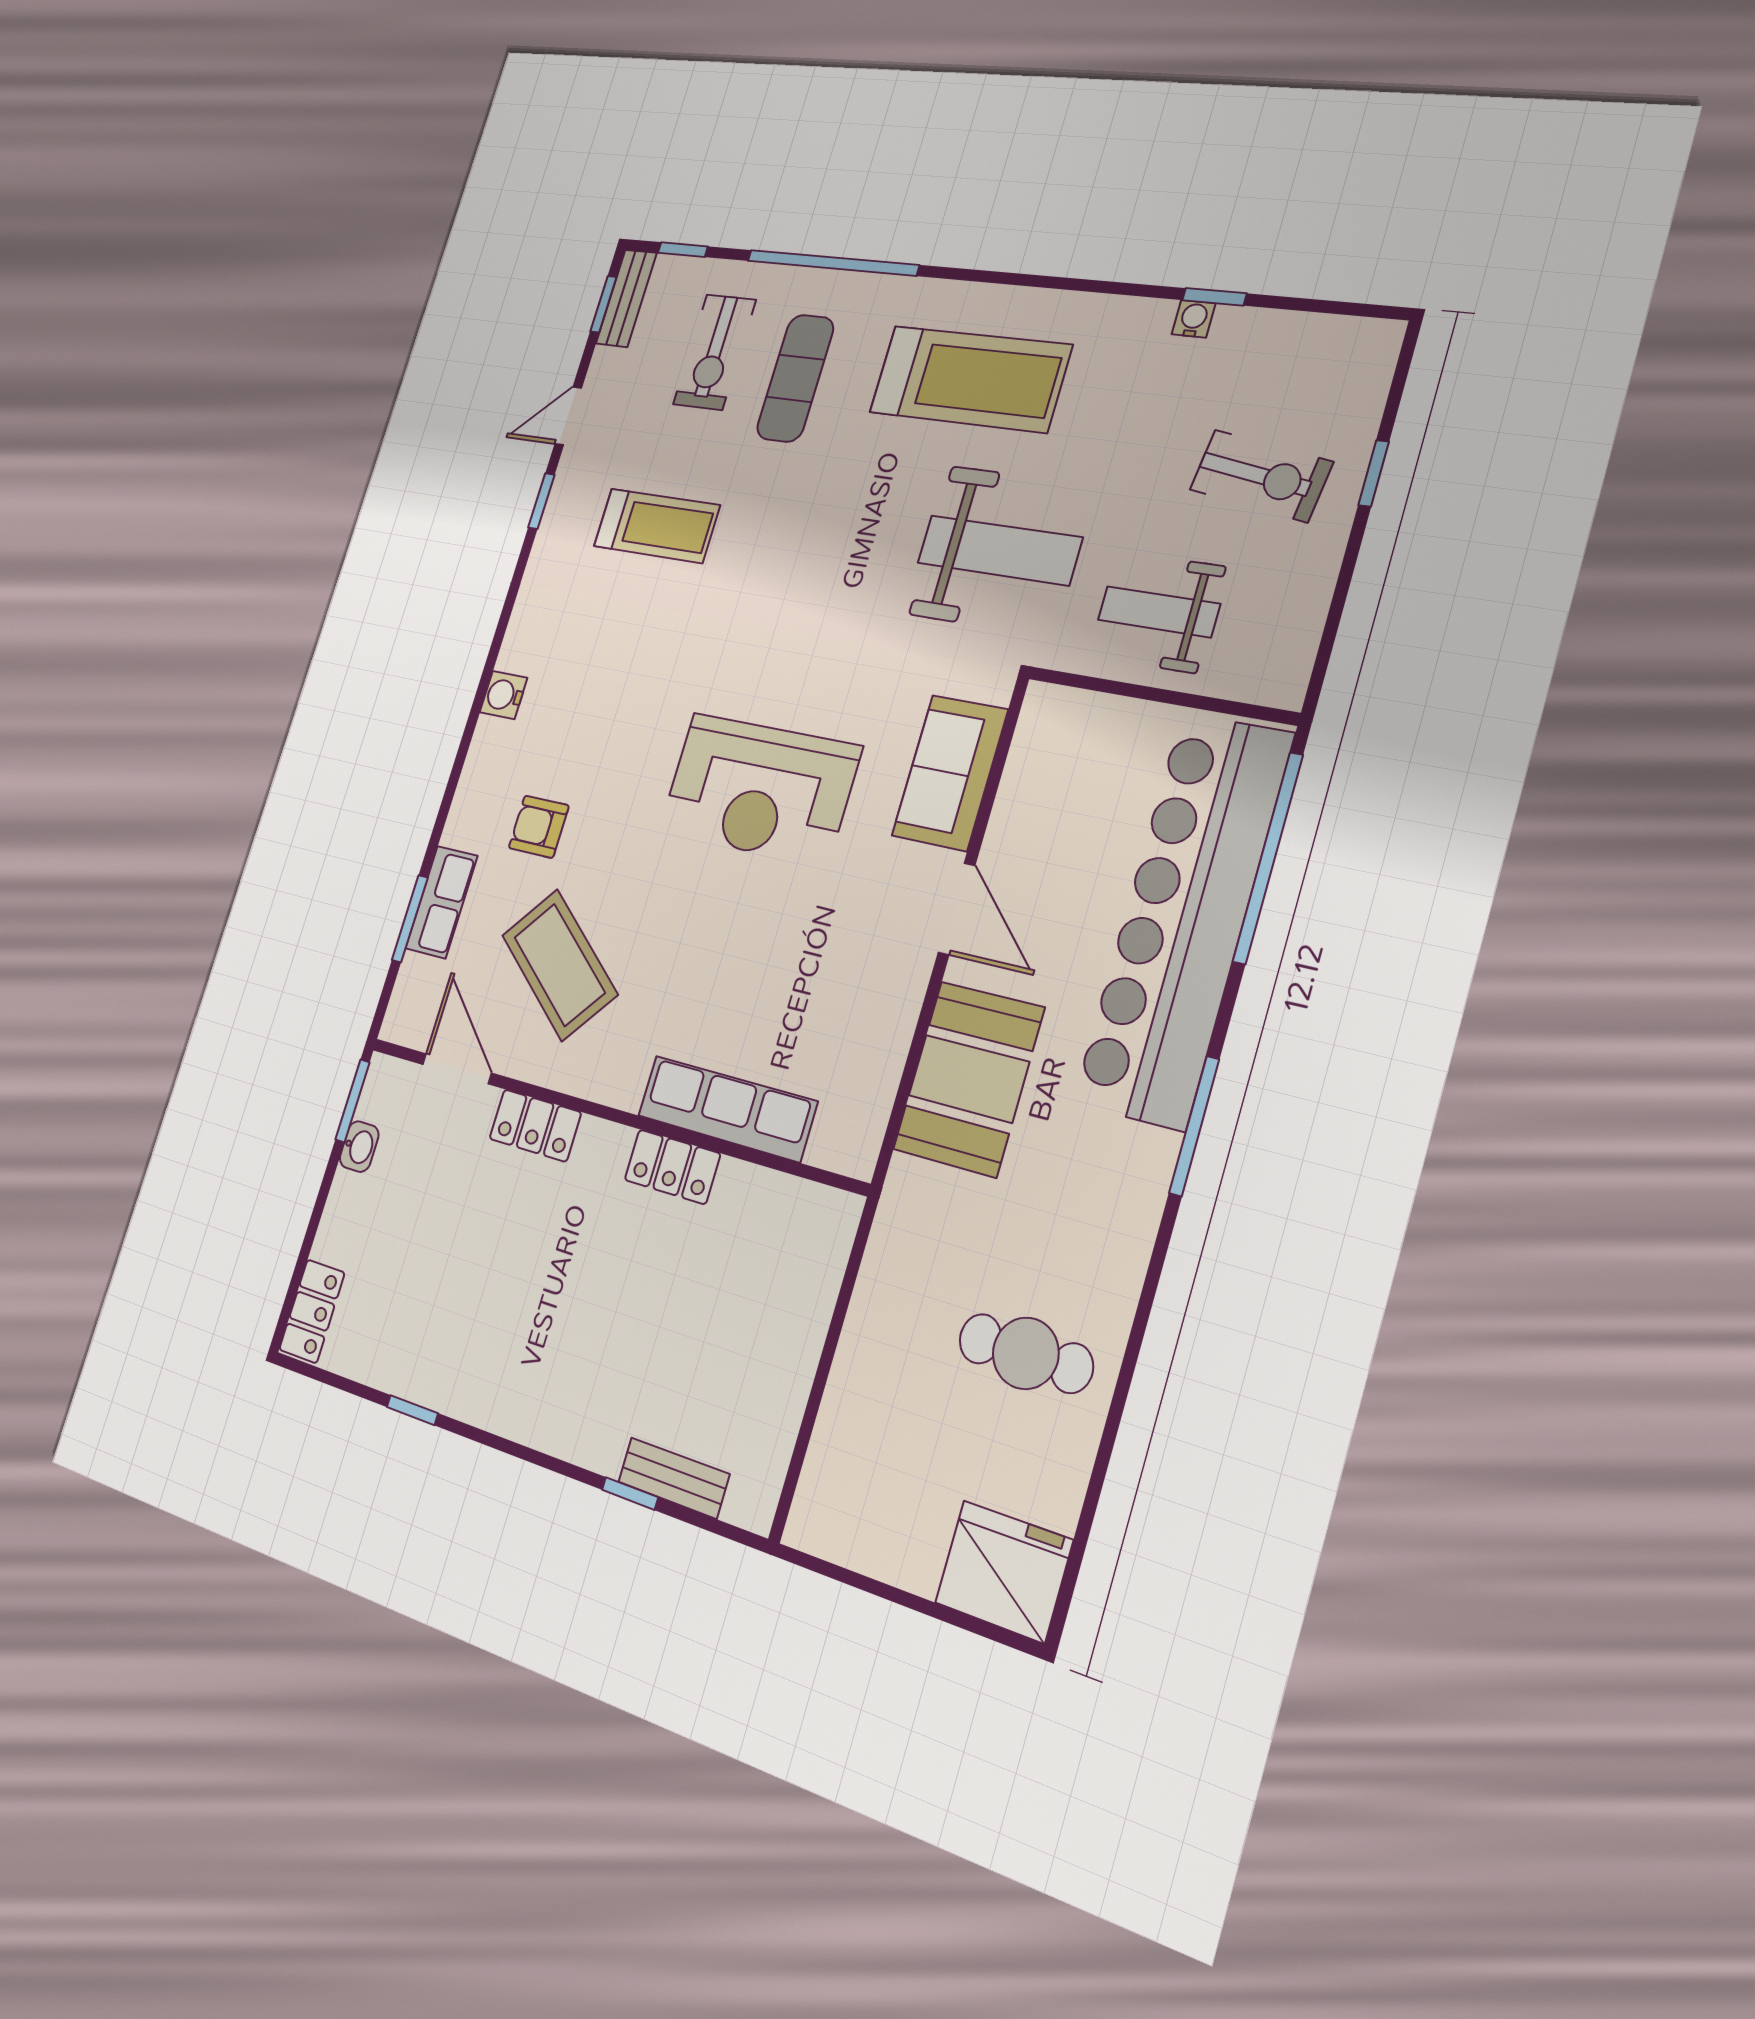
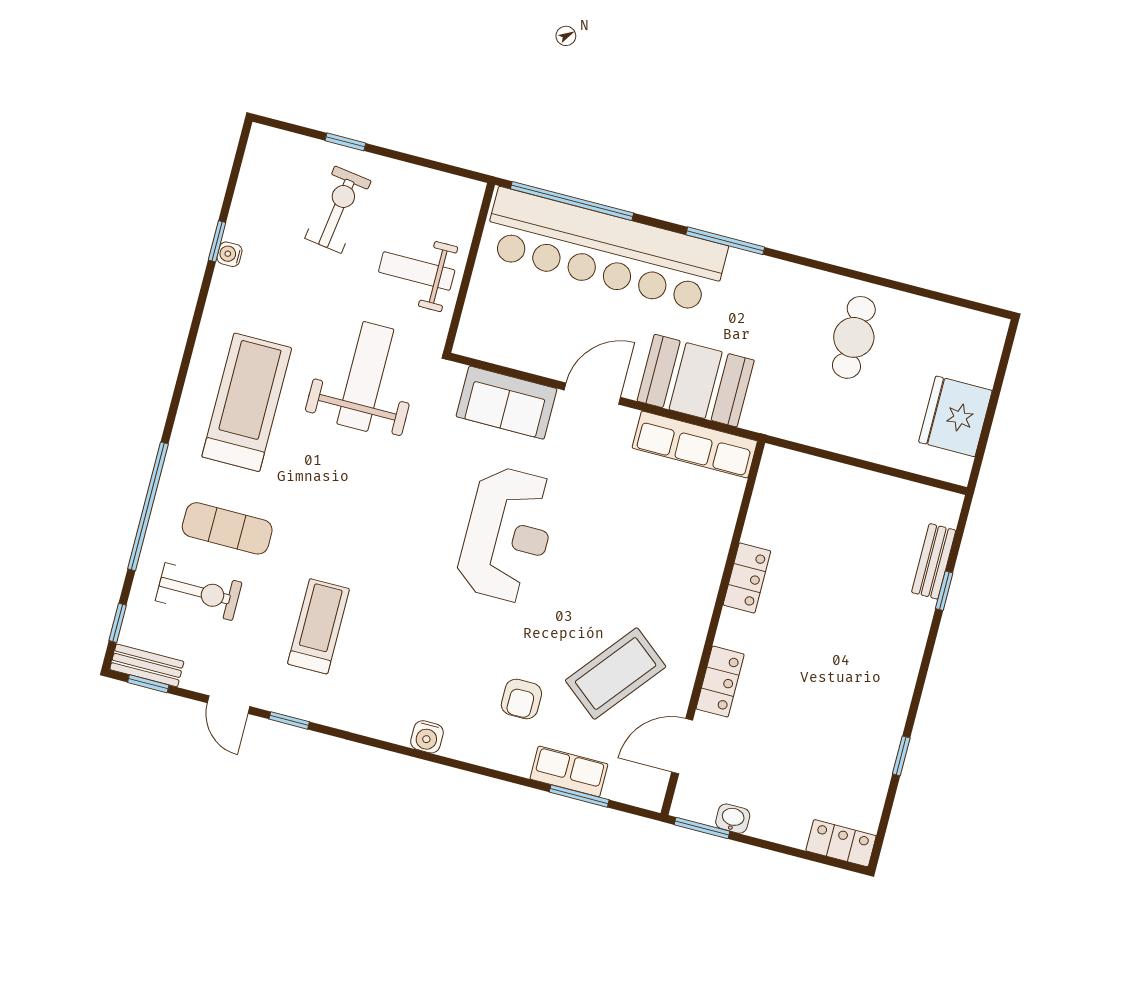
weight bench: (1159, 612) -> (417, 271), turned 90
row of seats: (727, 1109) -> (695, 444), moved, turned -90
fridge: (1004, 1572) -> (955, 416), moved

